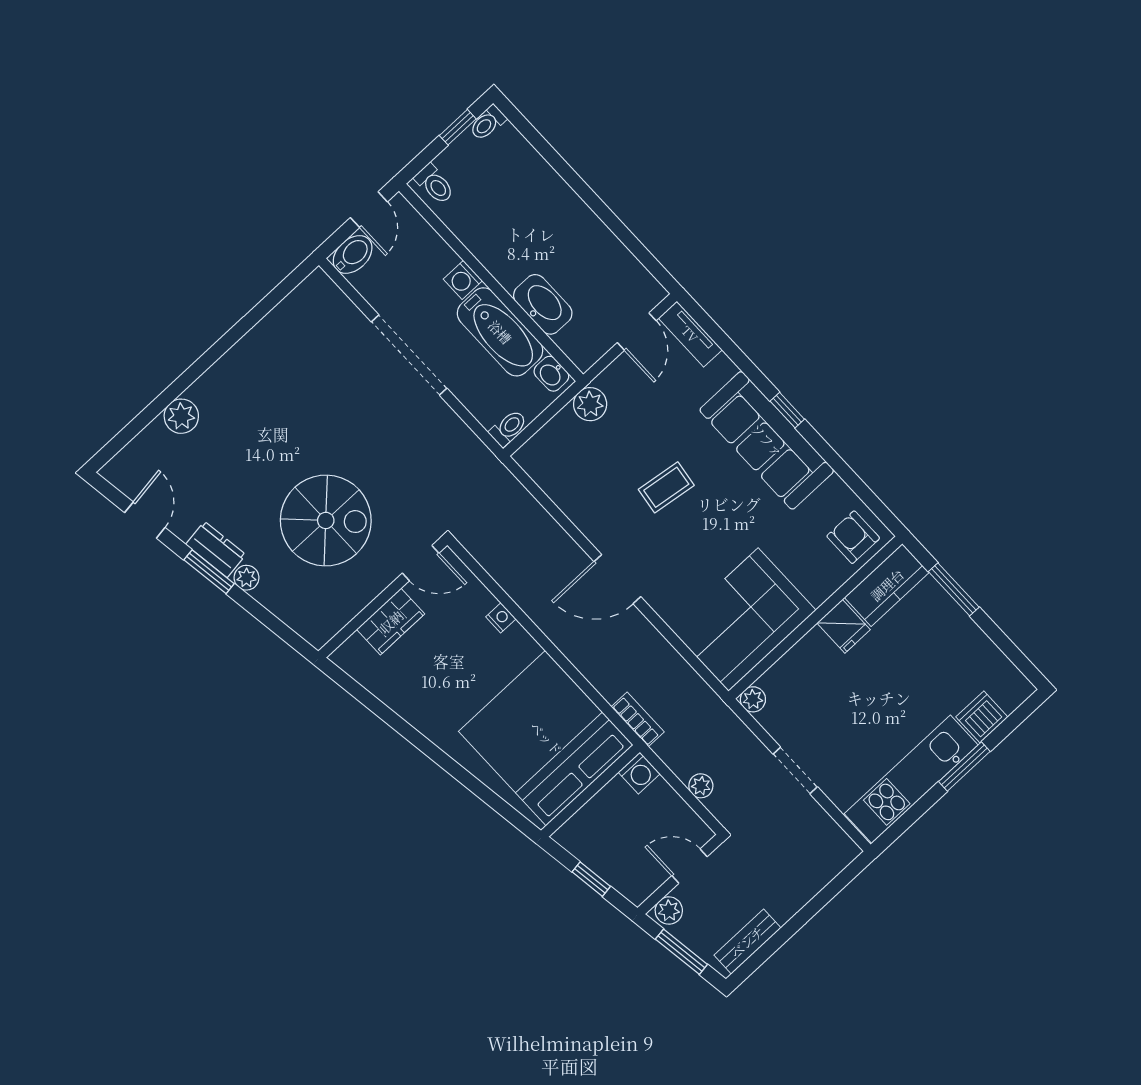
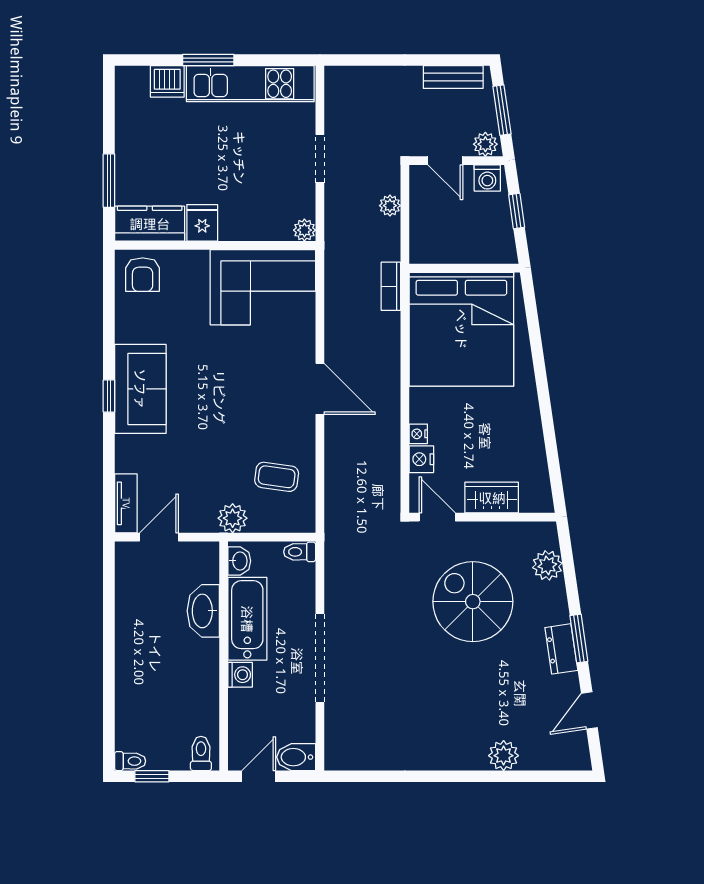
sofa: (767, 440) -> (140, 389), width x0.73
coffee table: (666, 487) -> (277, 477), moved
plant: (246, 578) -> (547, 565), moved, width x1.38, depth x1.38
nightstand: (479, 599) -> (421, 459), added
washing machine: (639, 773) -> (487, 178), moved, turned 180

